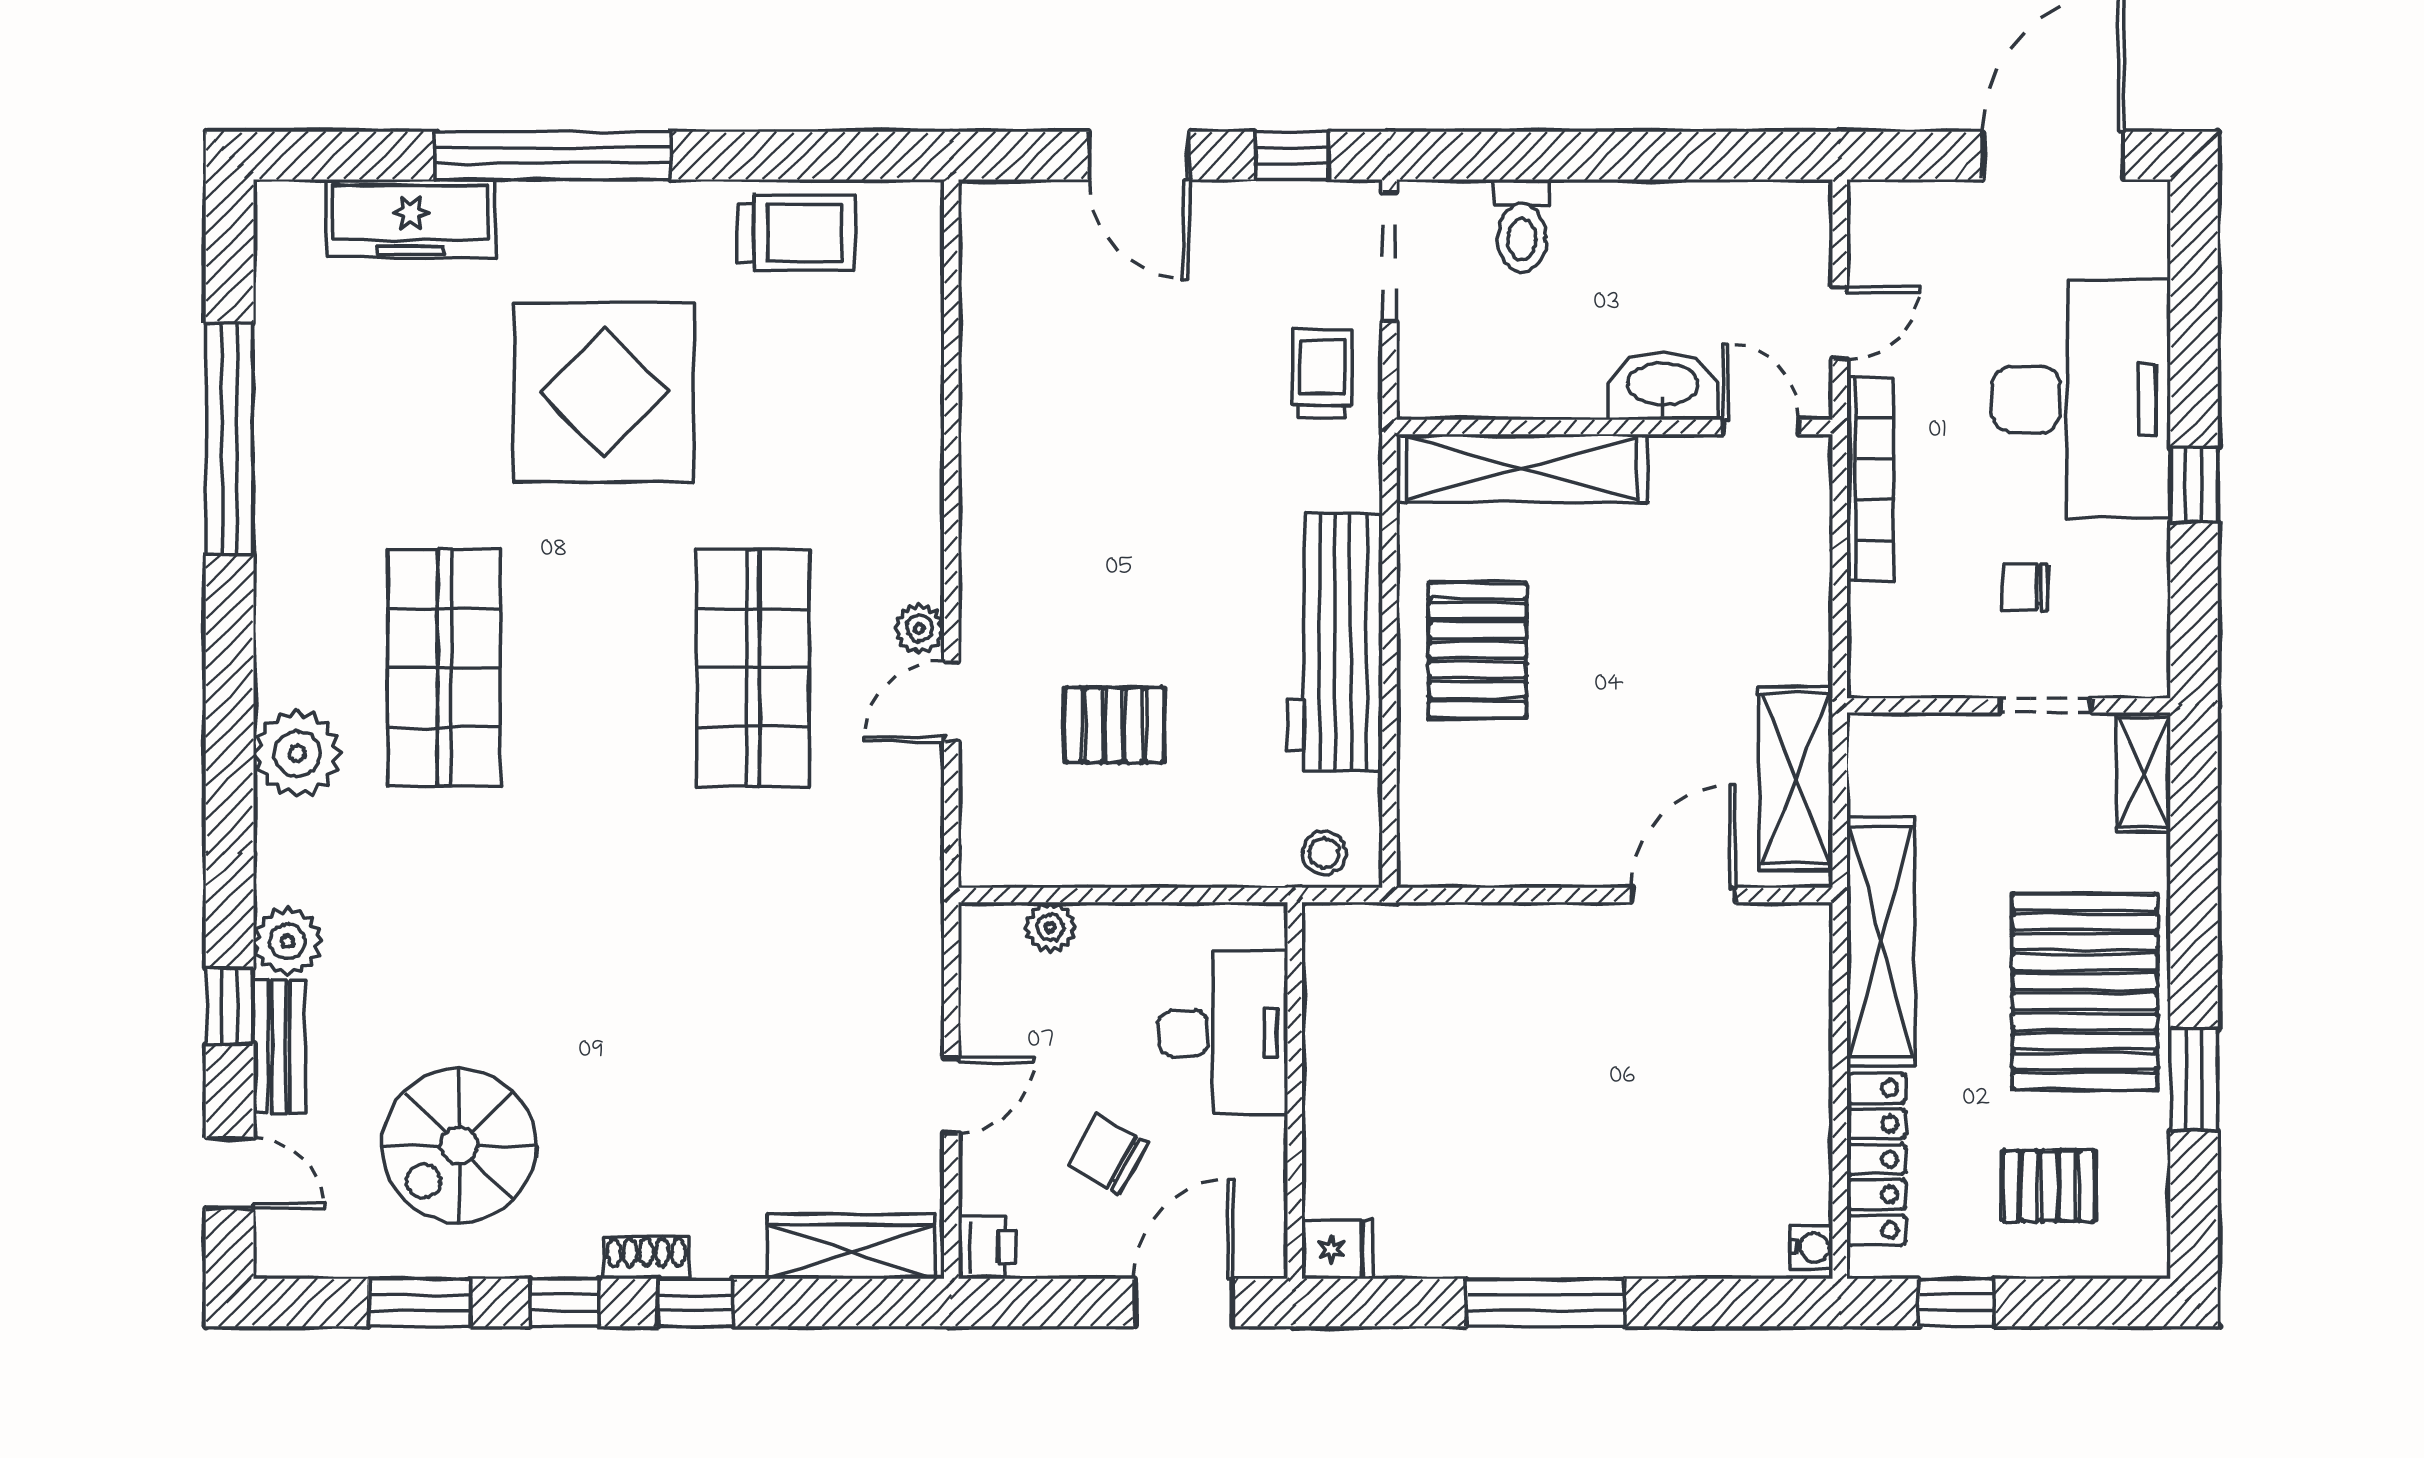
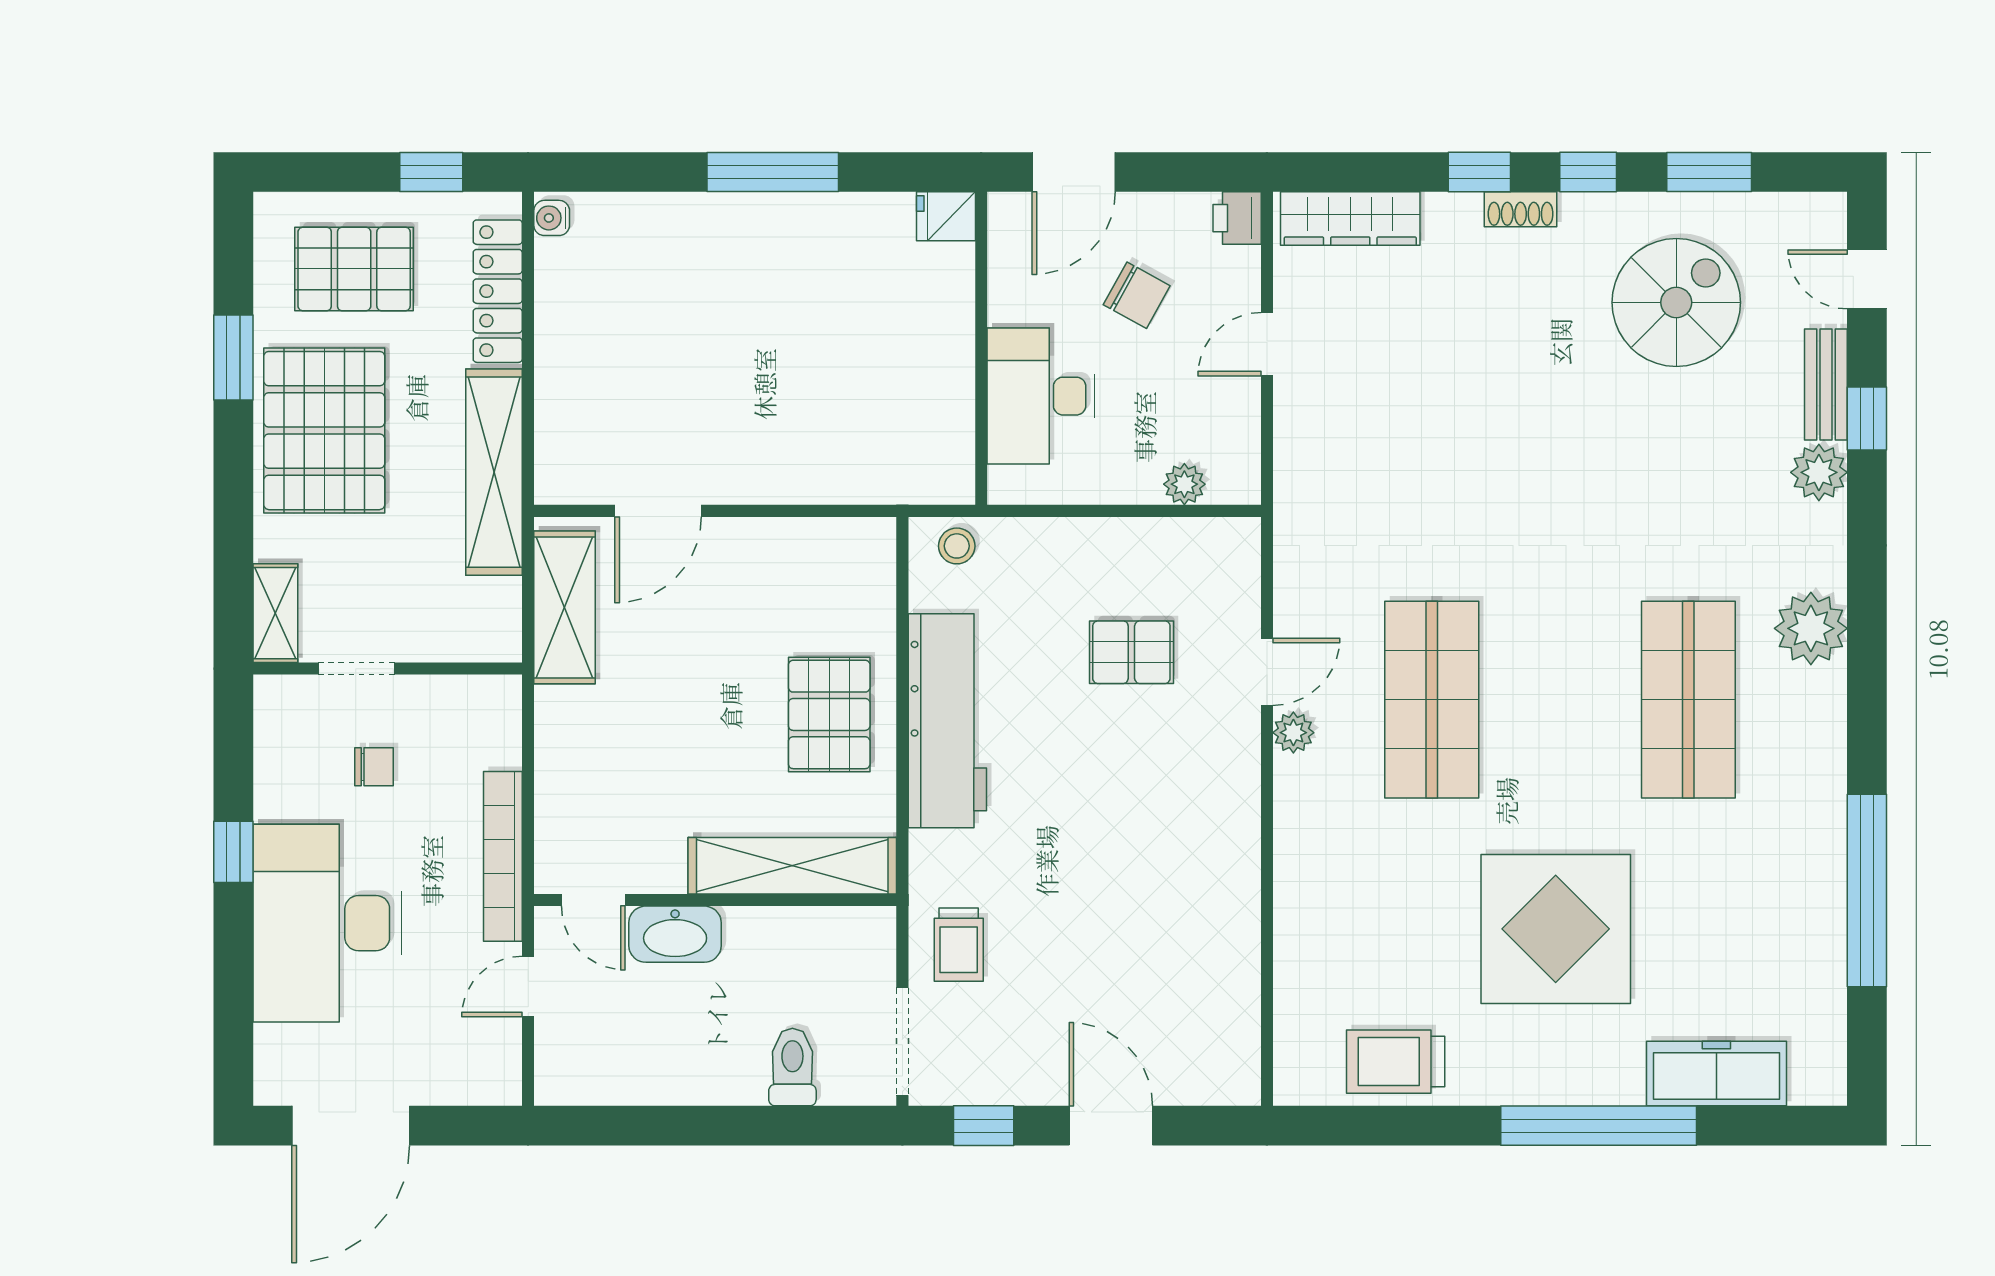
pallet: (2049, 1186) -> (354, 269), width x1.50, depth x1.42

